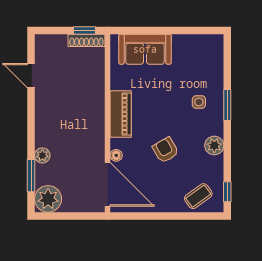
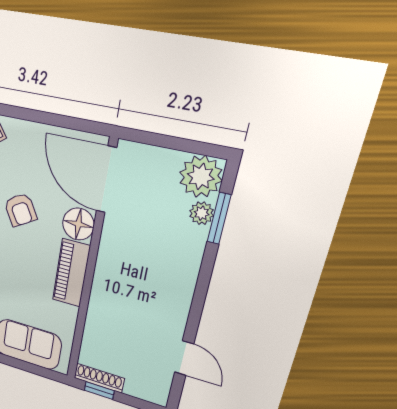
plant: (42, 155) -> (202, 213), moved
floor lamp: (116, 155) -> (78, 224), width x1.89, depth x1.89

